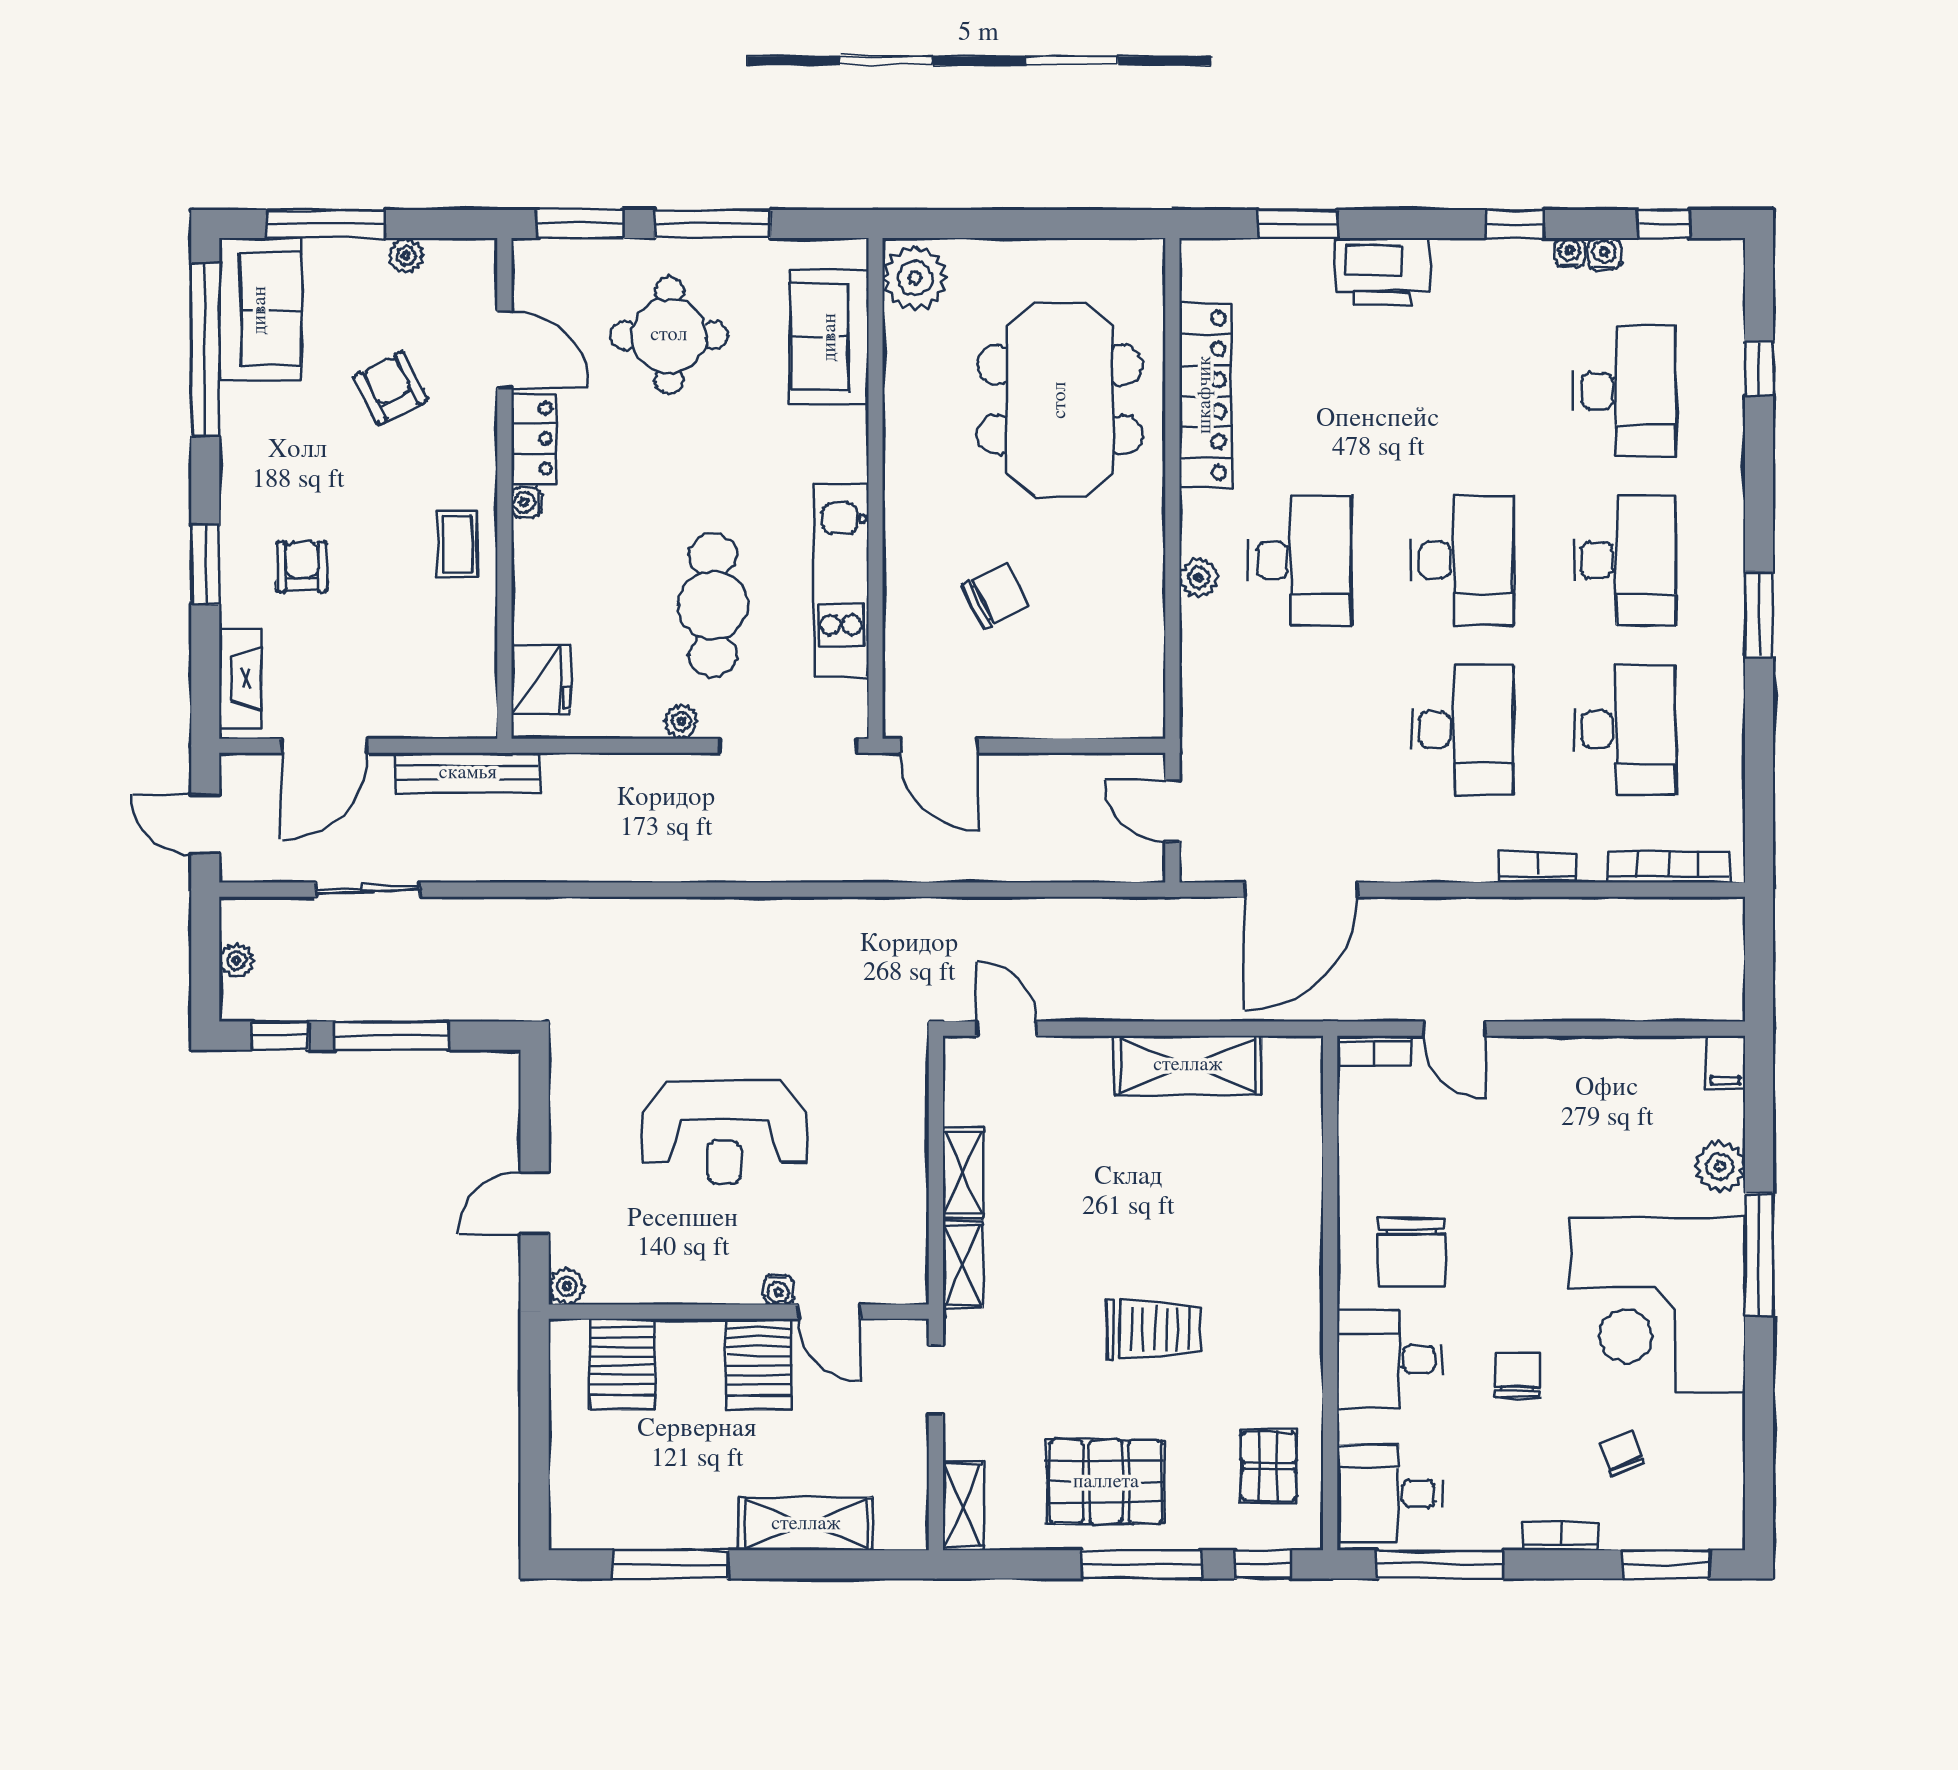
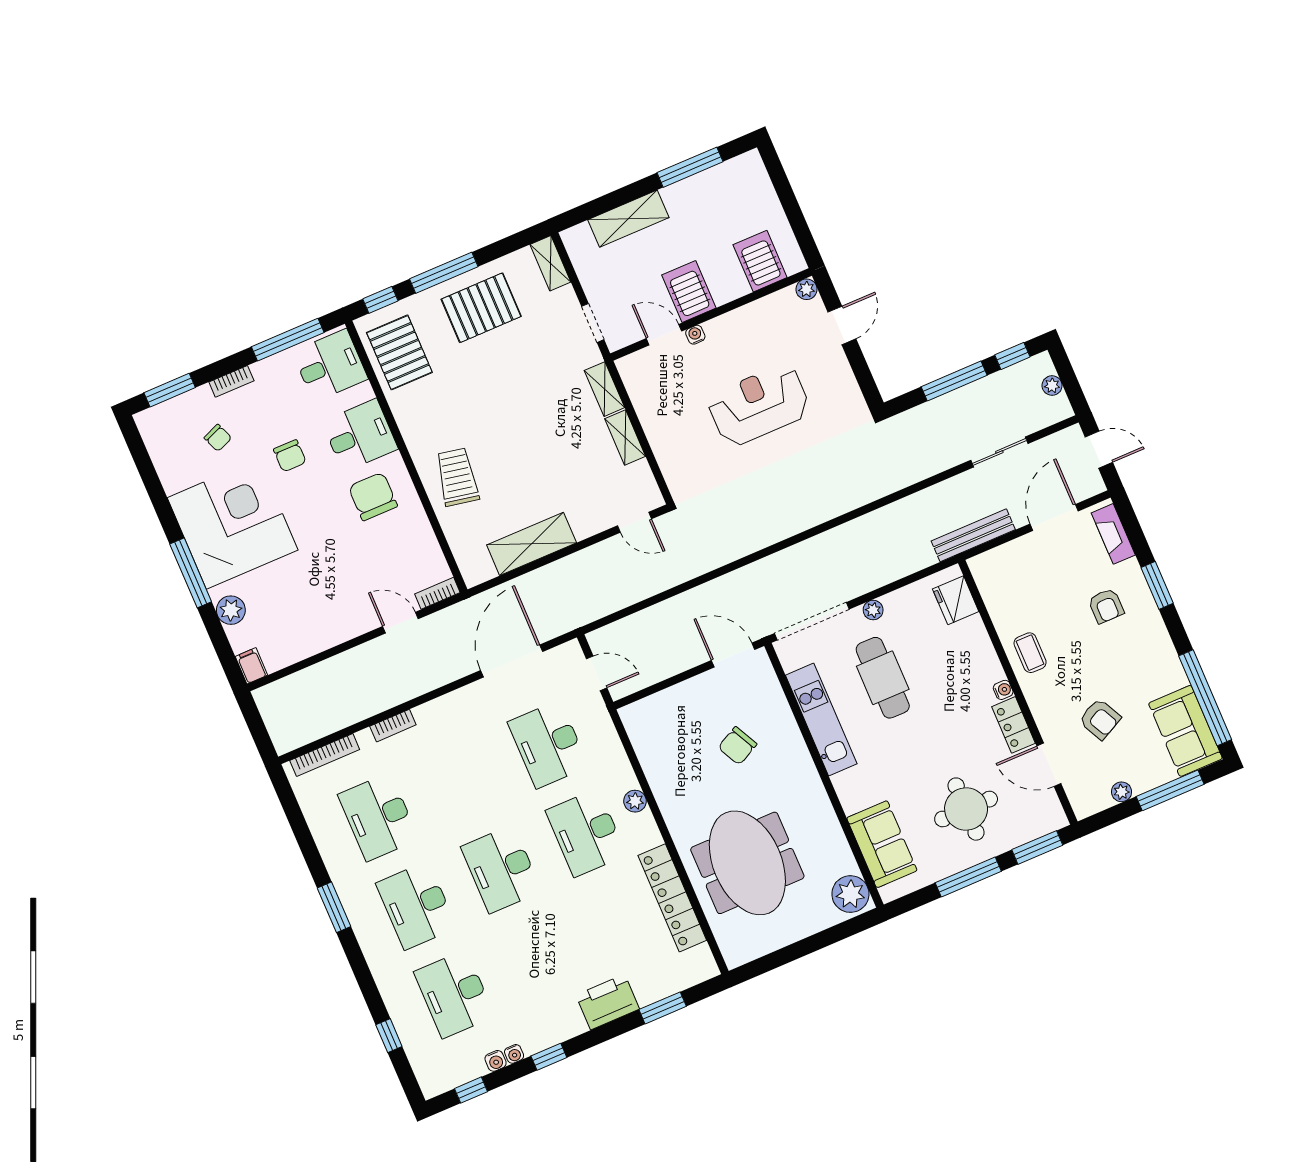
desk: (1462, 730) -> (548, 744), moved
trolley: (1154, 1329) -> (457, 477), moved, turned 101
pallet: (1269, 1466) -> (399, 352), width x1.50, depth x1.42

